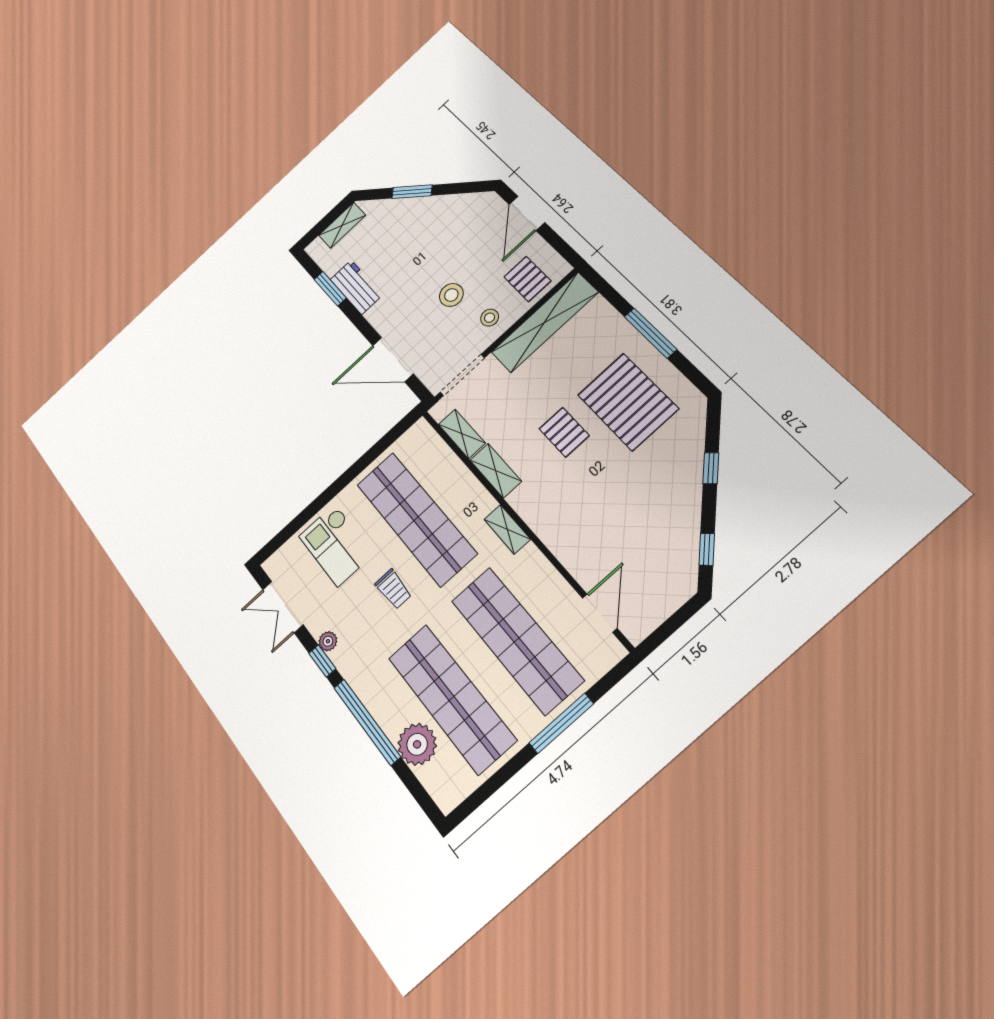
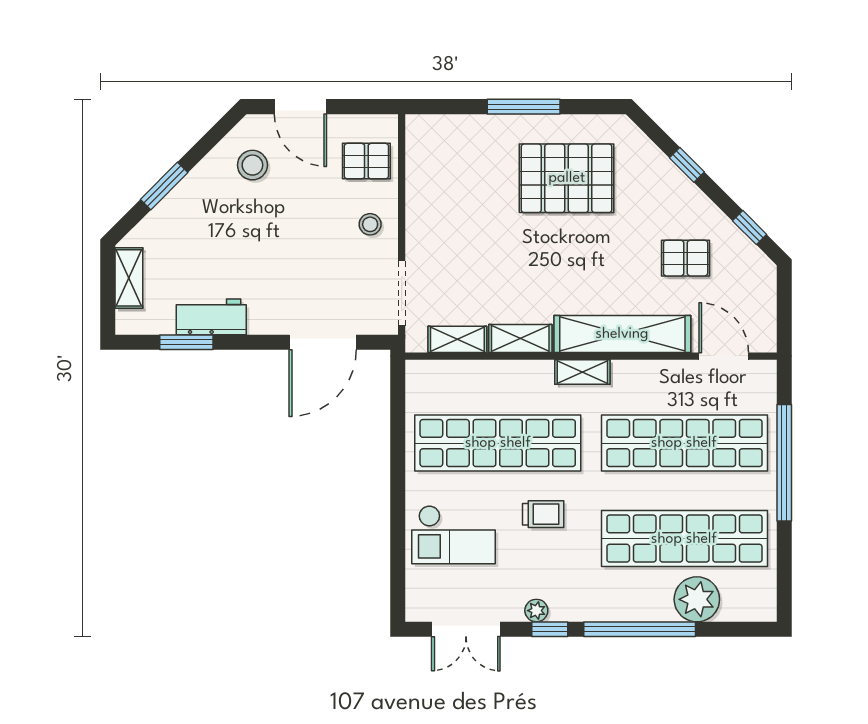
stool: (451, 295) -> (252, 165), moved
shelving: (545, 322) -> (622, 334), moved, turned 90
pallet: (564, 432) -> (686, 258), moved
window: (561, 723) -> (784, 463), width x1.46

